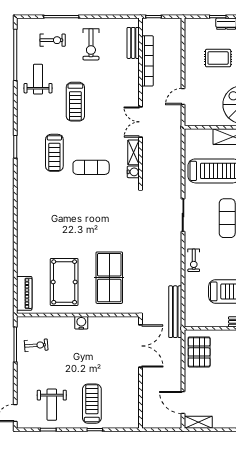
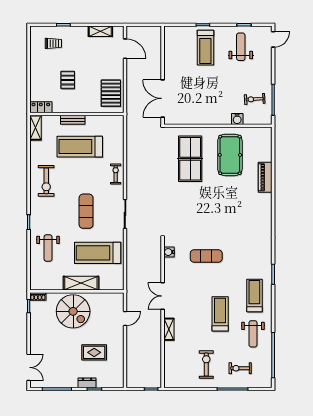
bench: (133, 43) -> (169, 366), removed
bookcase: (147, 61) -> (156, 350), removed
double door: (140, 122) -> (163, 296), swing flipped
shelving: (133, 152) -> (169, 329), moved
treadmill: (54, 153) -> (254, 295), moved
piano: (24, 293) -> (265, 177), moved
bench: (175, 312) -> (132, 129), removed
water cooler: (81, 323) -> (237, 119), moved
shelving: (198, 422) -> (100, 31), moved

